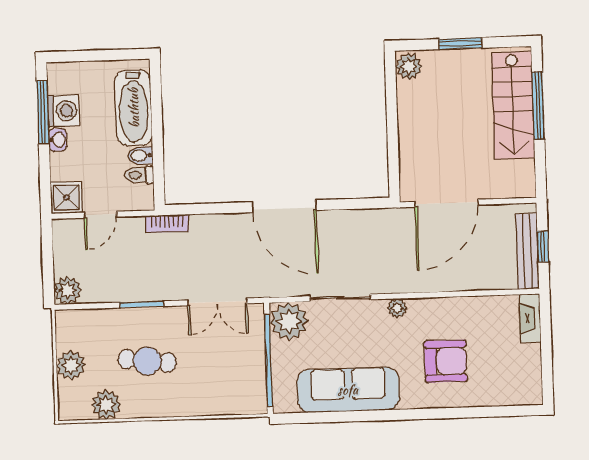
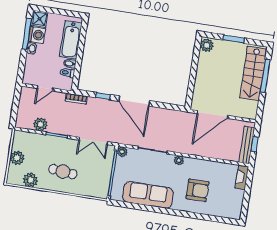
shower: (66, 198) -> (39, 19), moved
window: (220, 208) -> (103, 96), added
plant: (68, 290) -> (40, 124), moved
plant: (289, 321) -> (122, 152), width x0.53, depth x0.53
cafe table: (147, 361) -> (63, 172), moved

